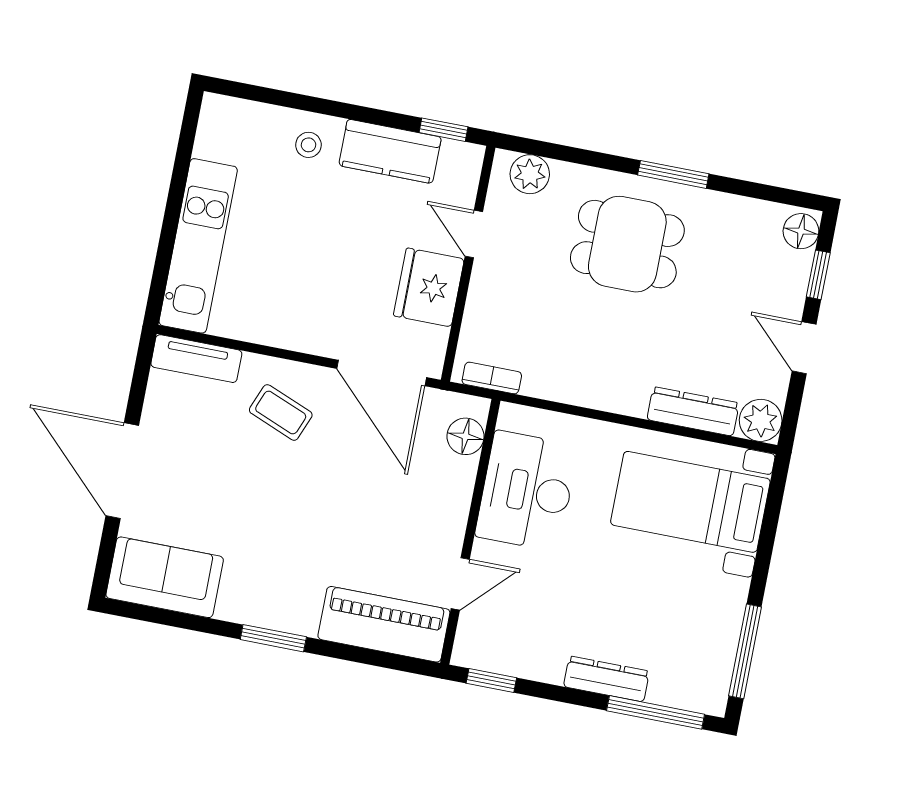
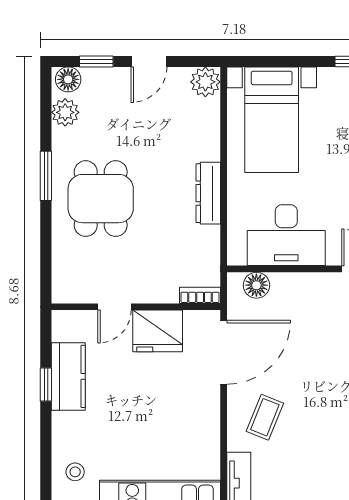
window: (443, 130) -> (46, 384), moved
stool: (308, 145) -> (75, 472), moved
plant: (530, 174) -> (65, 112), moved
bookcase: (492, 378) -> (200, 295), moved, turned 90
dresser: (693, 411) -> (208, 193), moved

